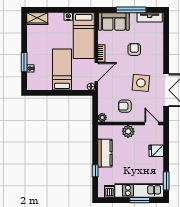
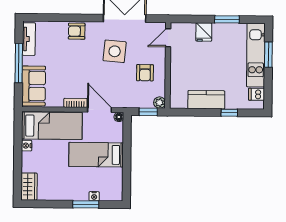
armchair: (134, 49) -> (77, 31), moved
window: (95, 109) -> (148, 112), added
plant: (128, 131) -> (178, 69), removed
window: (166, 181) -> (227, 19), moved

